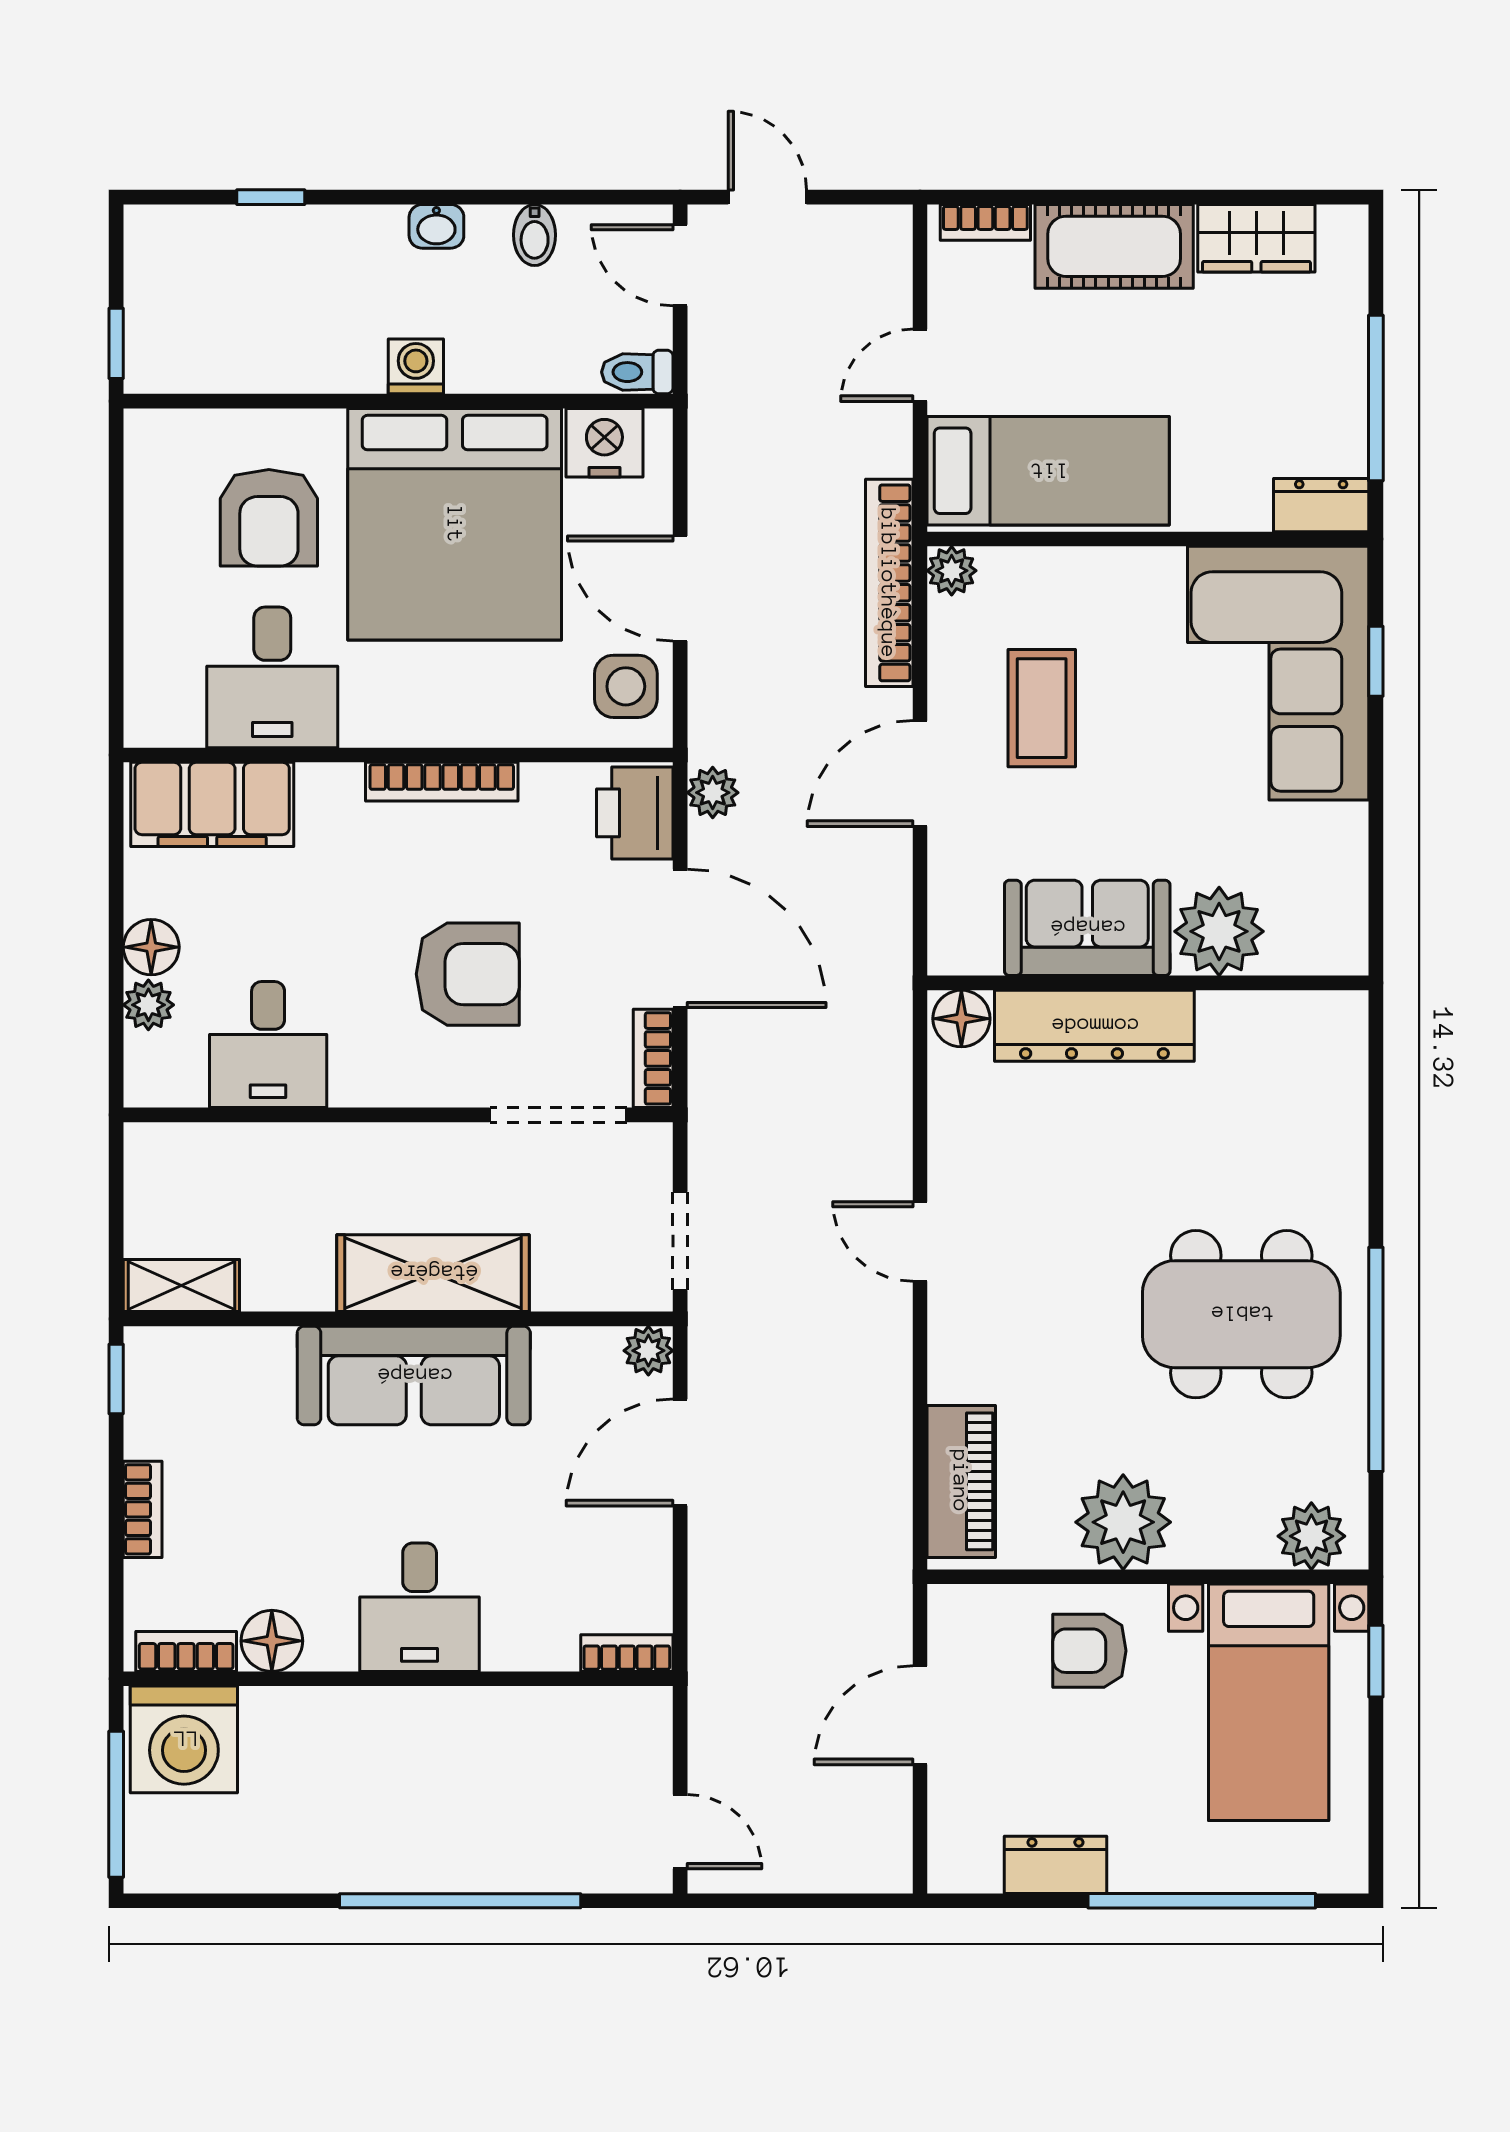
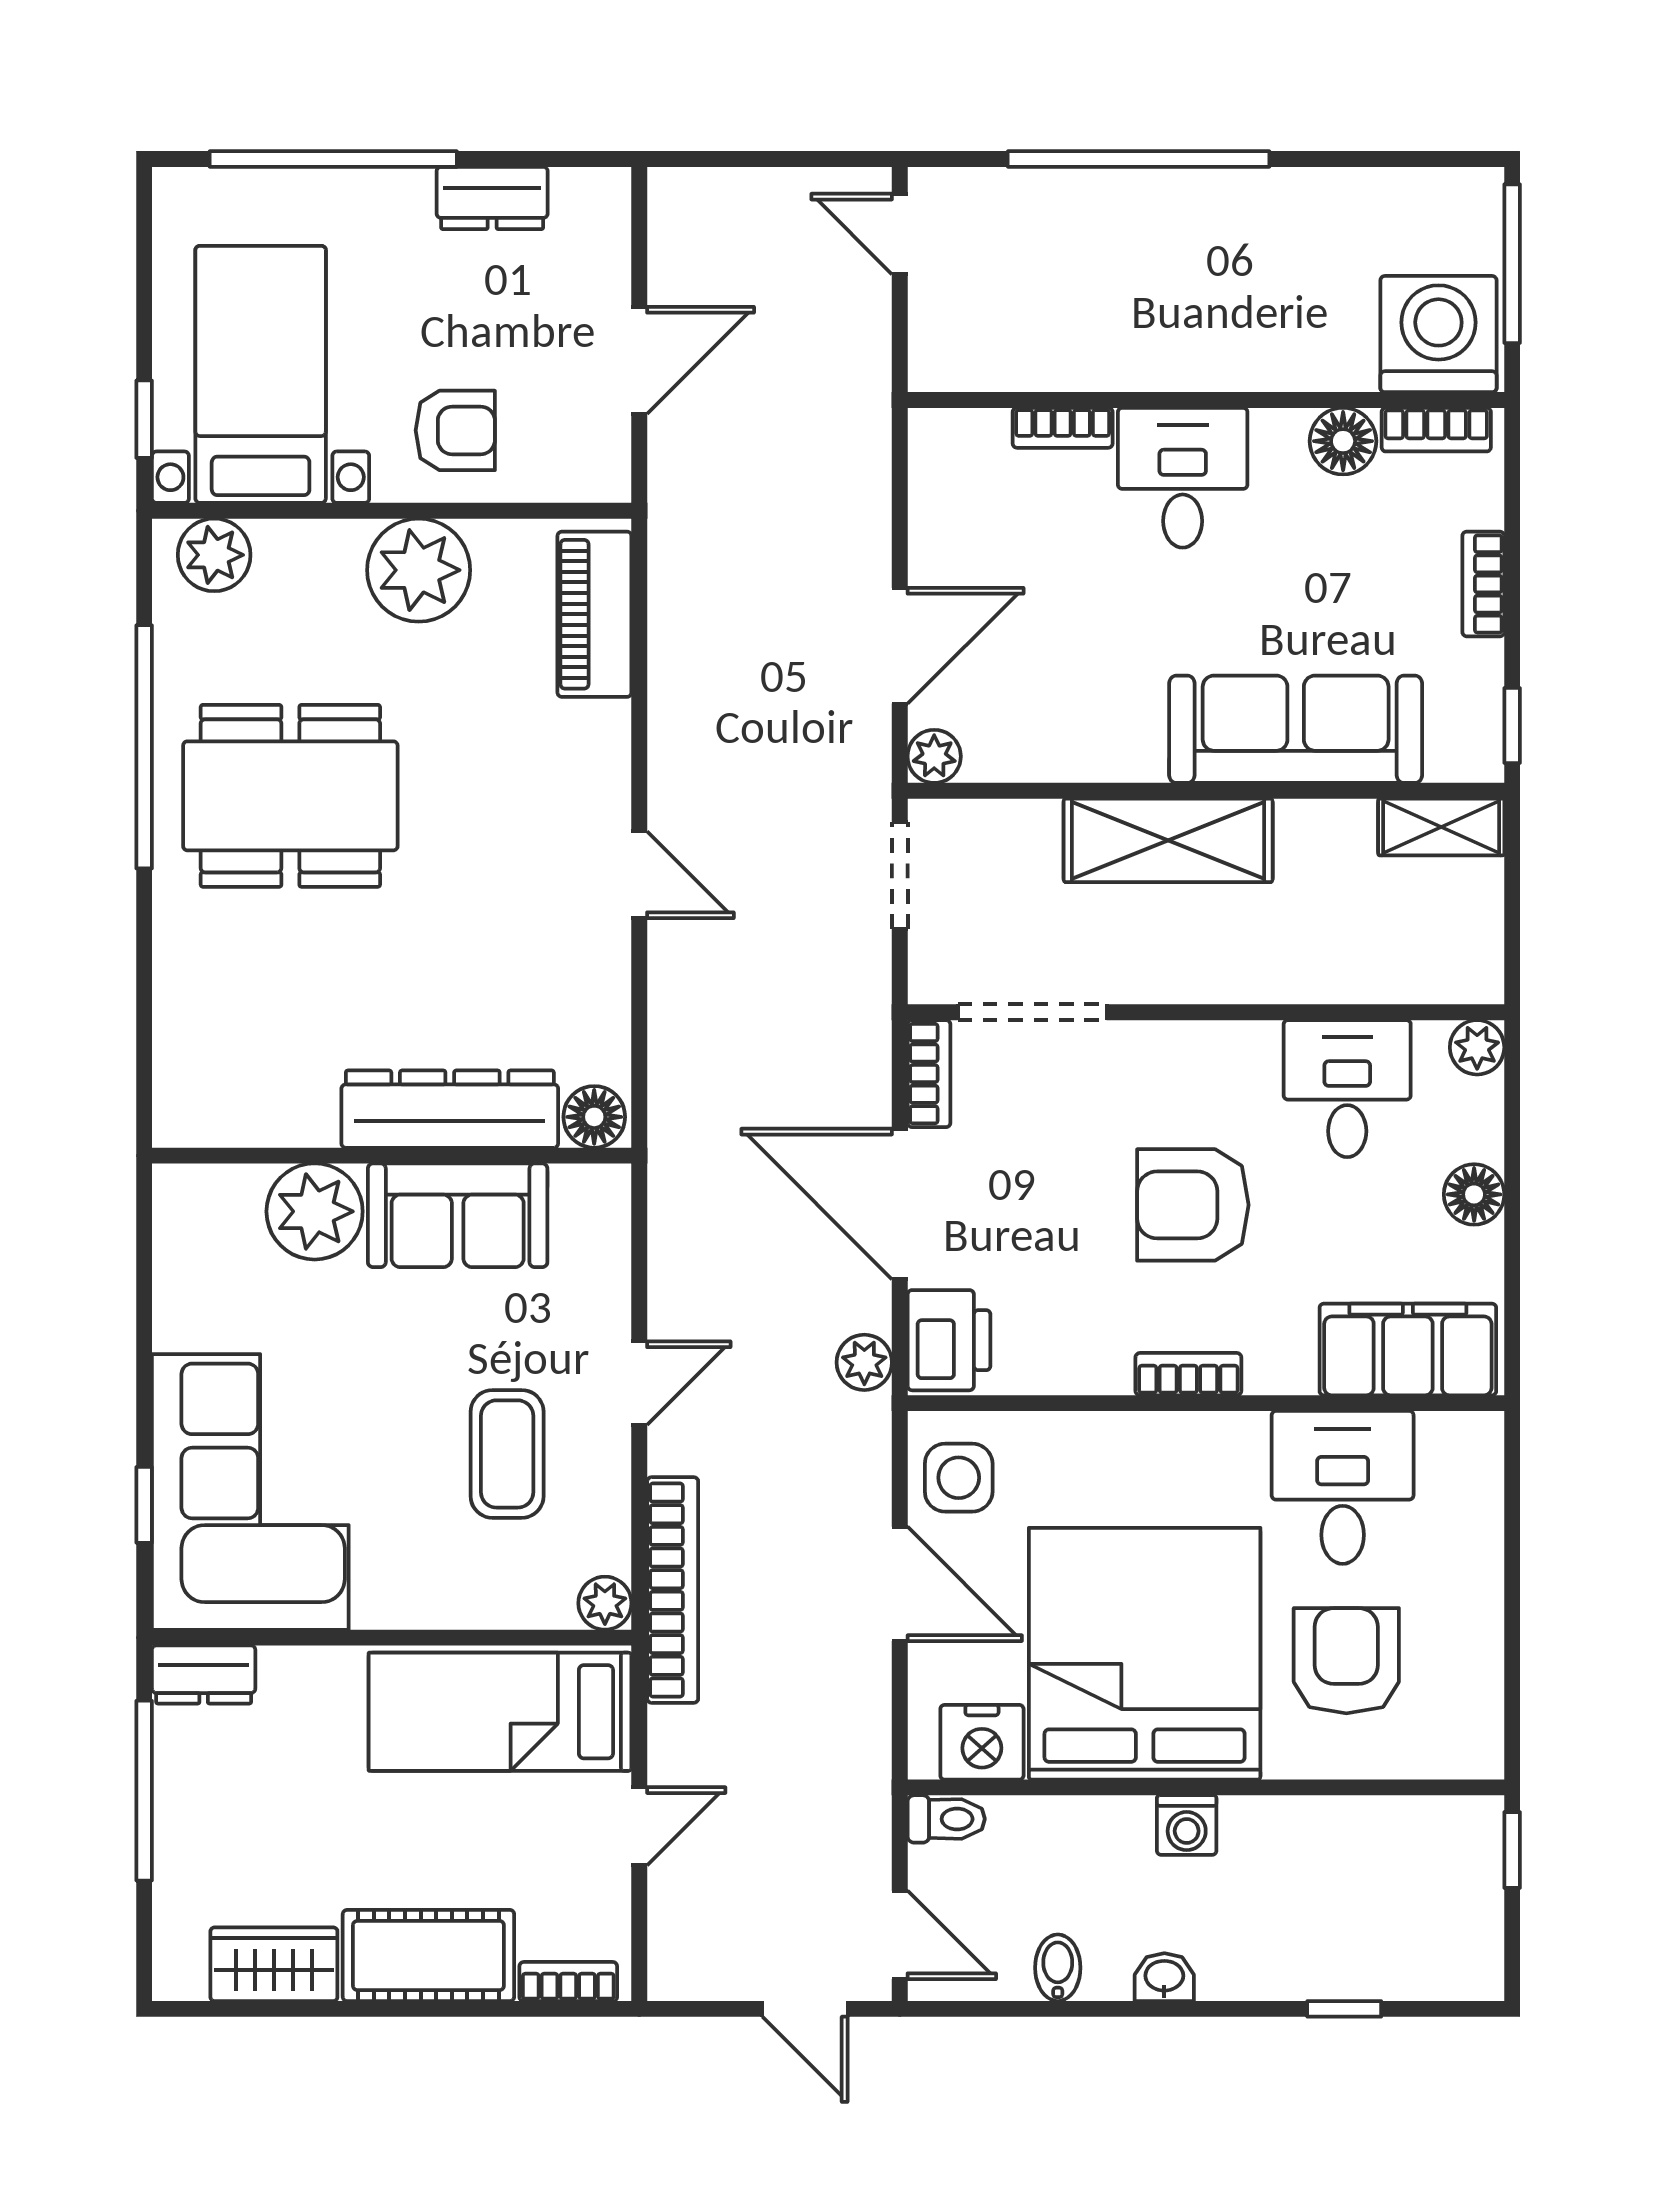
door: (920, 773) -> (639, 1383), width x0.73
bookcase: (442, 782) -> (1188, 1374), width x0.64
armchair: (468, 974) -> (1193, 1205), moved
plant: (148, 1005) -> (1477, 1047), moved
sofa: (414, 1376) -> (1296, 729), moved
bookcase: (627, 1653) -> (1063, 428), moved

